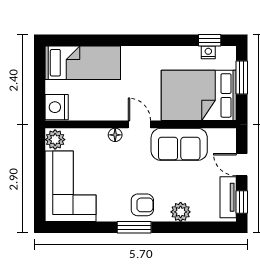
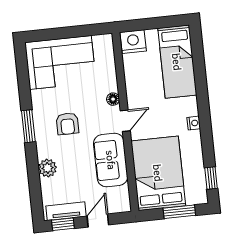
nightstand: (208, 52) -> (194, 123), moved
plant: (55, 140) -> (103, 43), removed
armchair: (142, 205) -> (67, 124), moved

